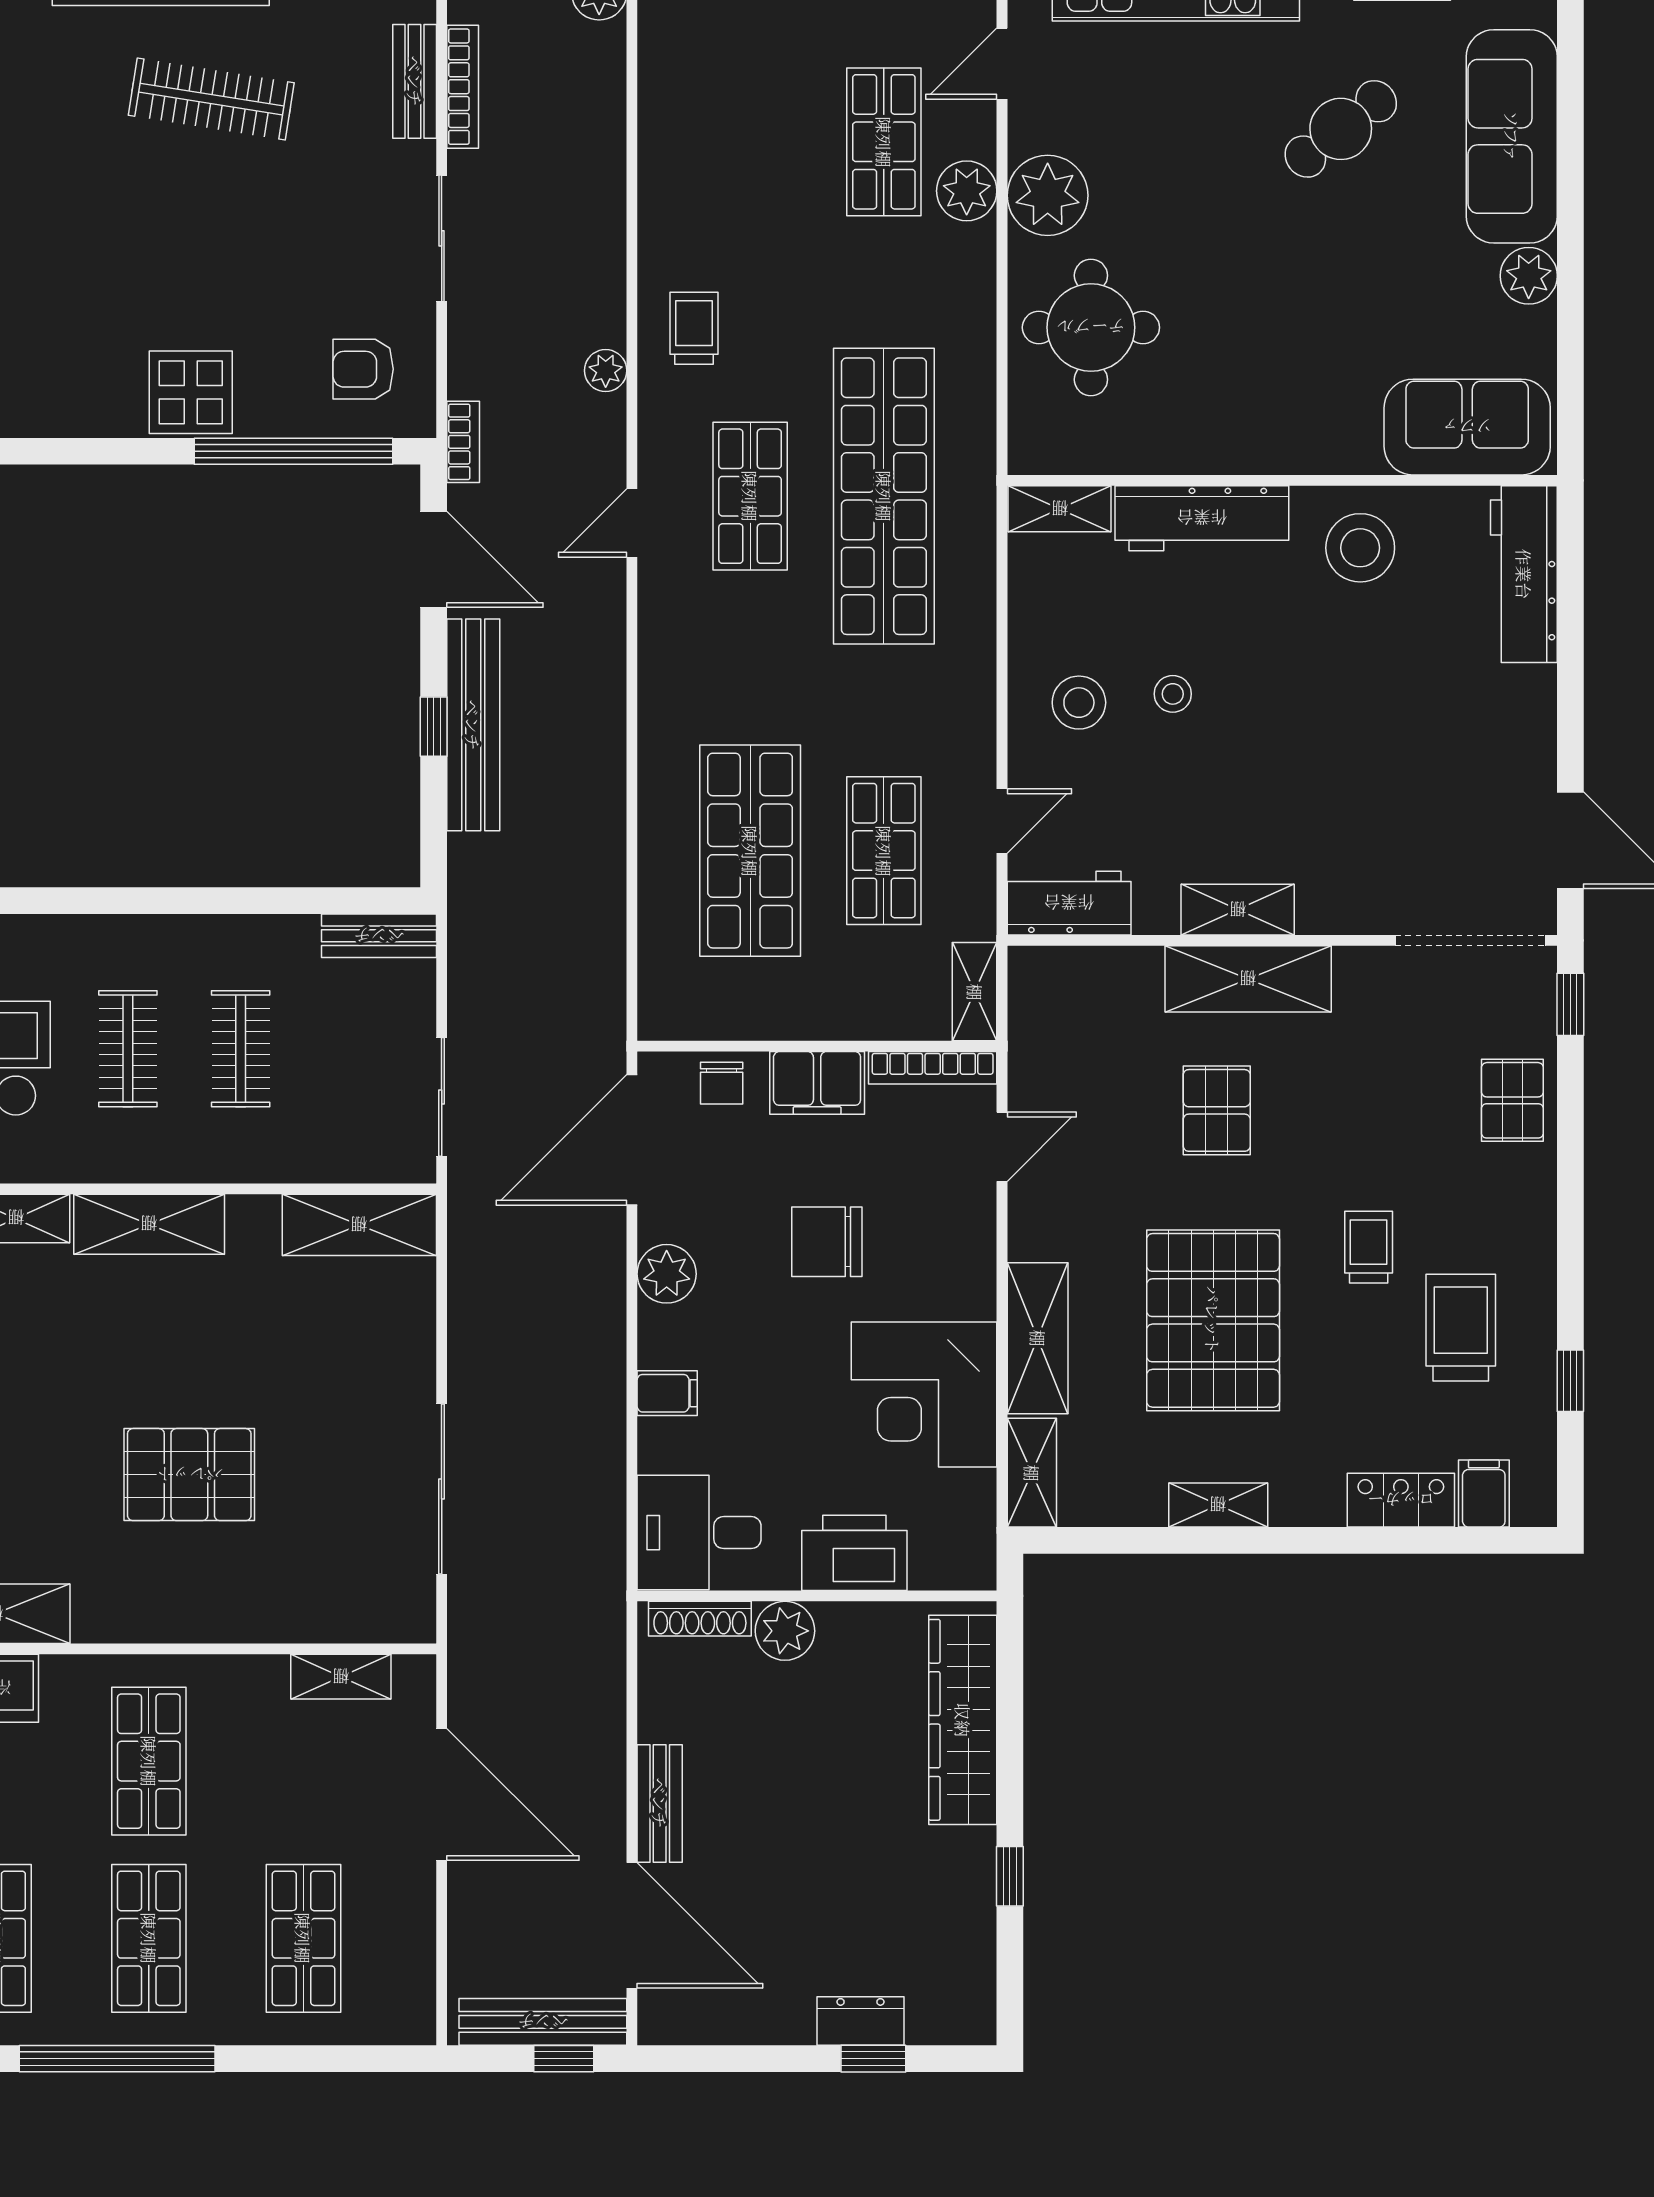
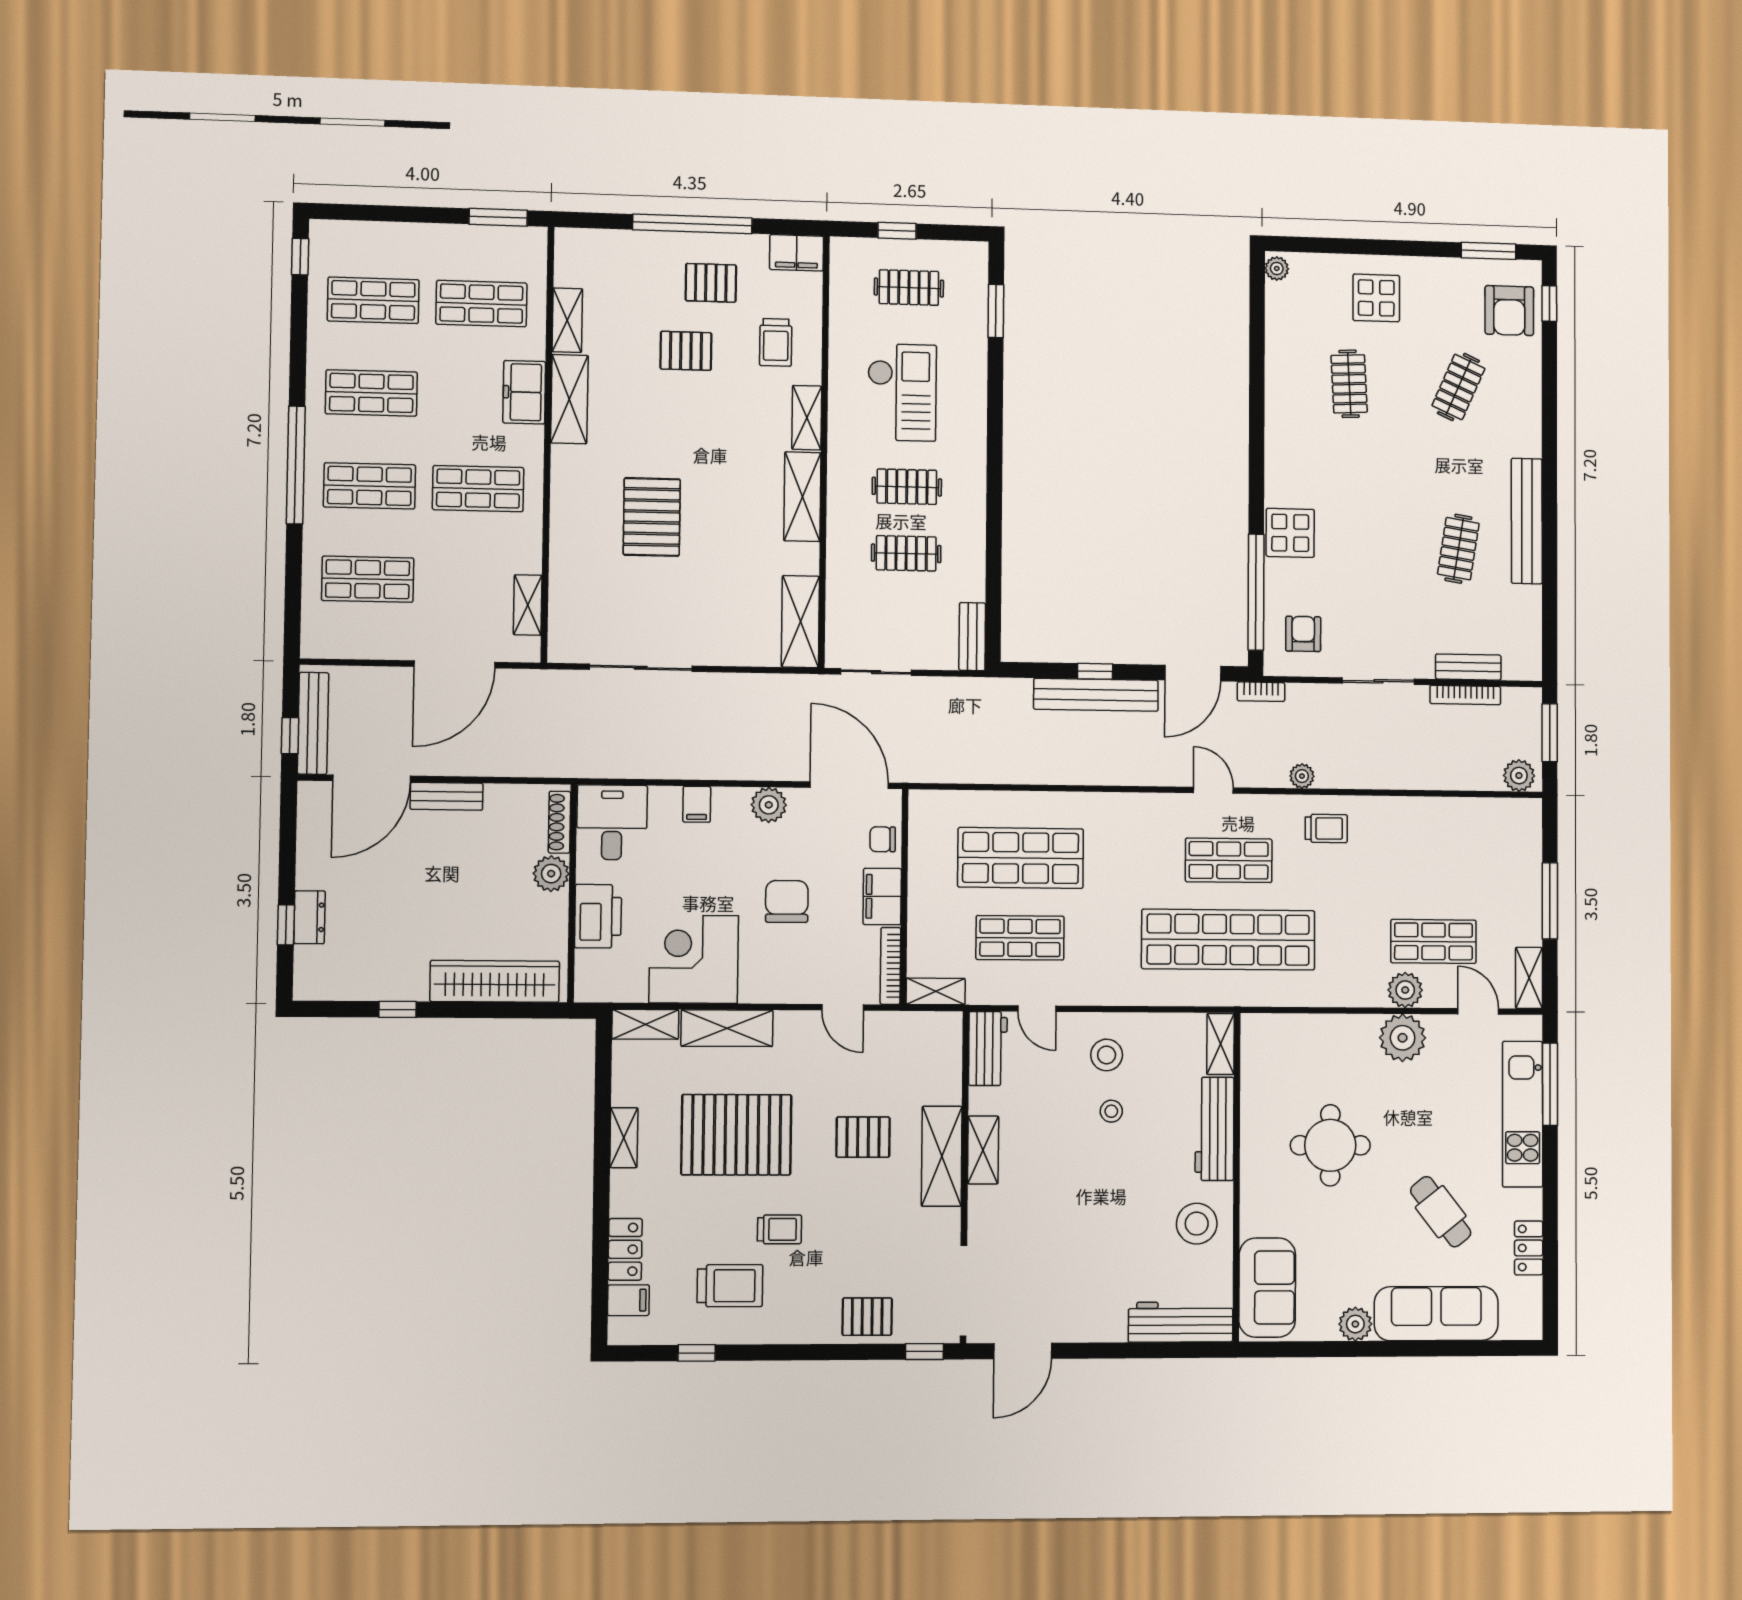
clothes rail: (211, 99) -> (1458, 549), width x0.73
round table: (1091, 327) -> (1330, 1145), moved

